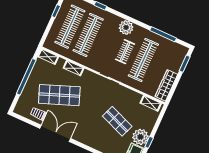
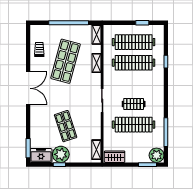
plant: (126, 27) -> (157, 155), moved
wardrobe: (166, 85) -> (115, 157), width x0.67
shop shelf: (59, 95) -> (66, 61), turned 36
shop shelf: (117, 121) -> (66, 126), turned -39
double door: (55, 133) -> (28, 88), moved

